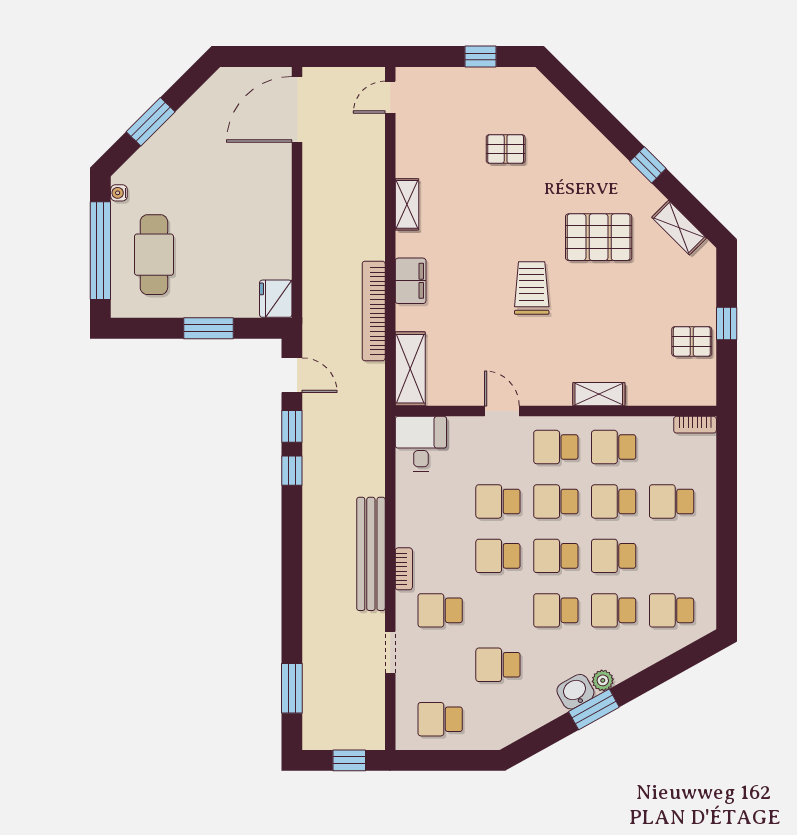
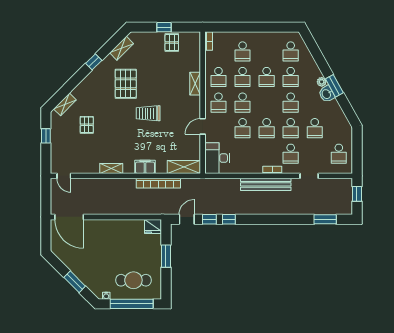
shelving: (552, 100) -> (65, 104), added
desk: (421, 444) -> (217, 158), width x1.37
school desk: (556, 556) -> (291, 128), moved

